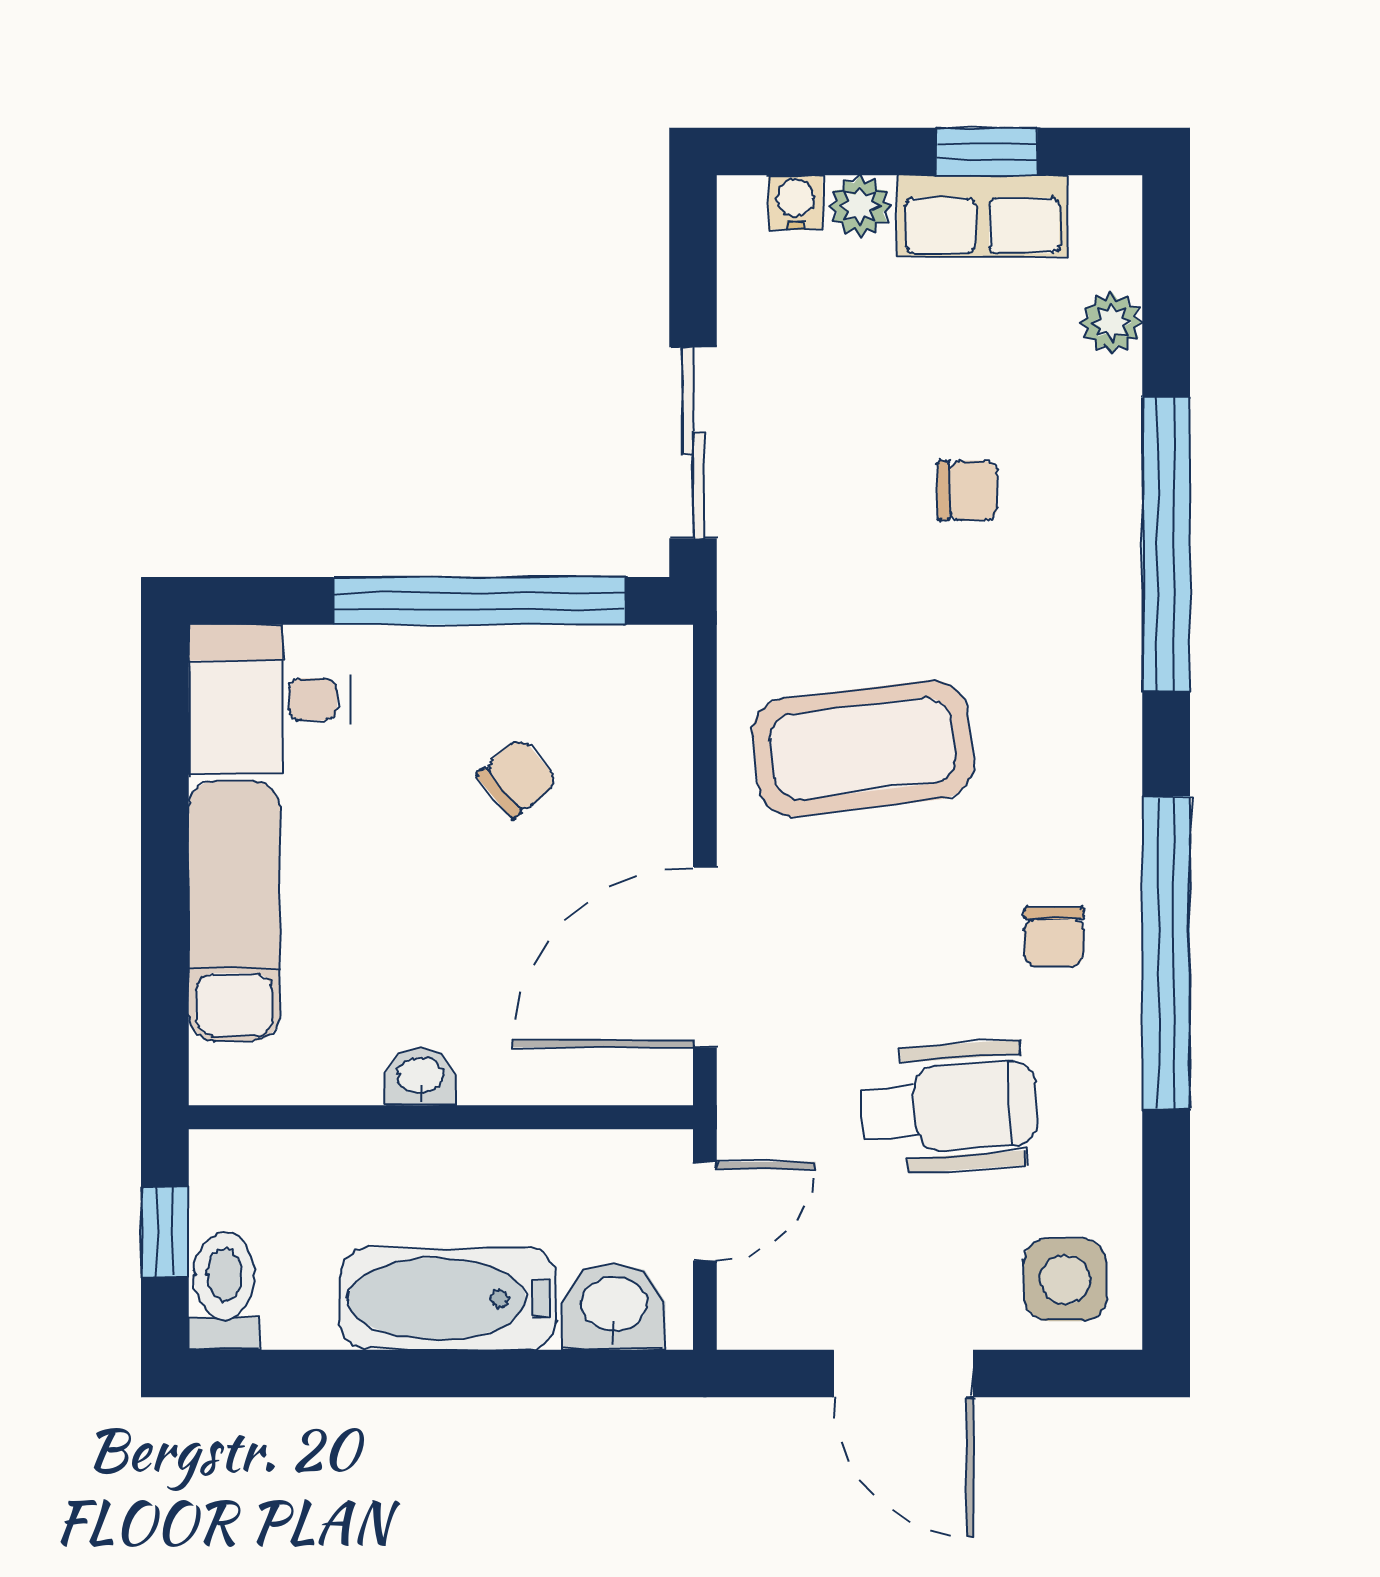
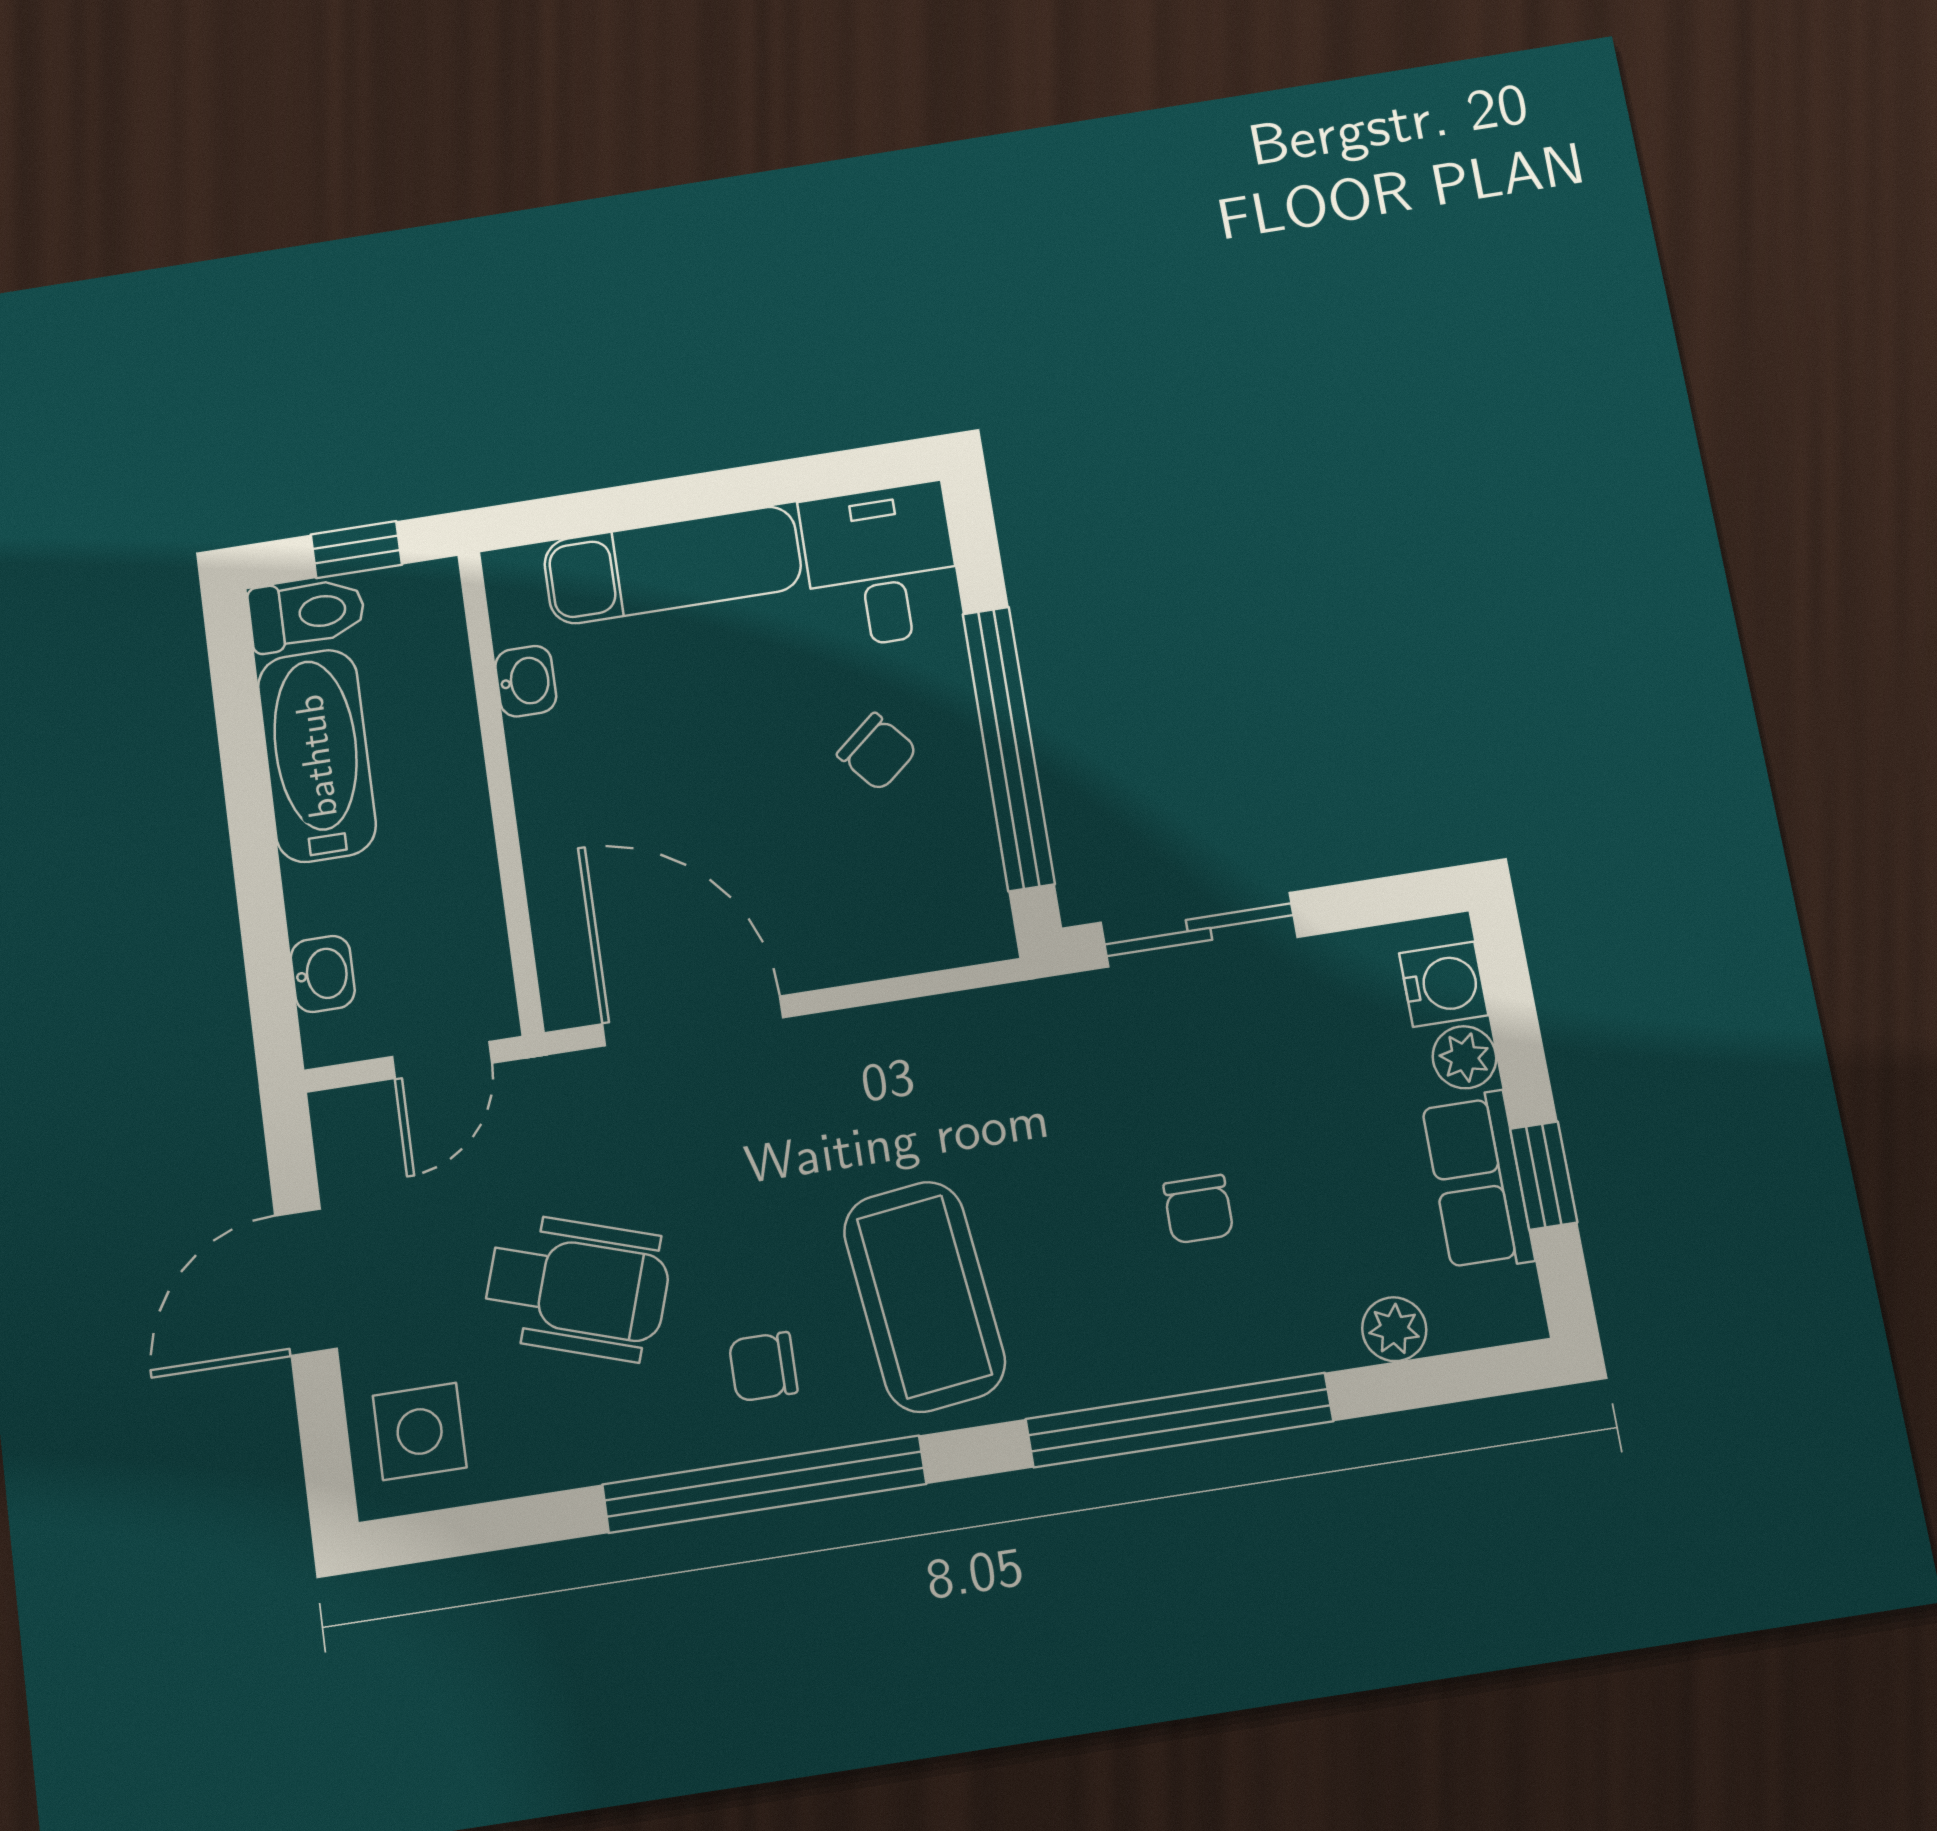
water cooler: (795, 202) -> (1444, 984), width x1.38, depth x1.38
coffee table: (863, 748) -> (924, 1296), moved
chair: (517, 778) -> (877, 752), moved
washbasin: (421, 1077) -> (526, 681), moved
wheelchair: (950, 1107) -> (577, 1287), turned -68
door: (705, 1211) -> (442, 1060), hinge flipped
bathtub: (448, 1299) -> (317, 756), moved
washbasin: (614, 1306) -> (323, 974), width x0.72, depth x0.69

